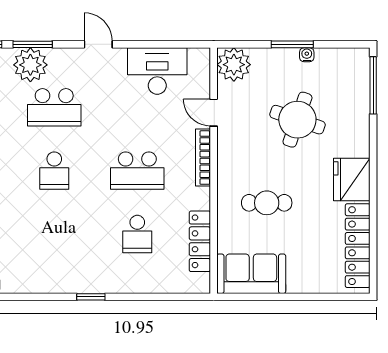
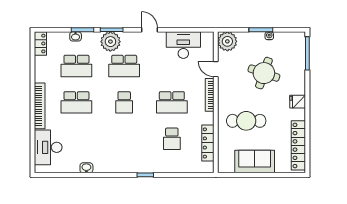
fridge: (352, 179) -> (298, 102), width x0.53, depth x0.75
cafe table: (267, 203) -> (246, 121), width x1.37, depth x1.35
sofa: (251, 274) -> (255, 162), moved

